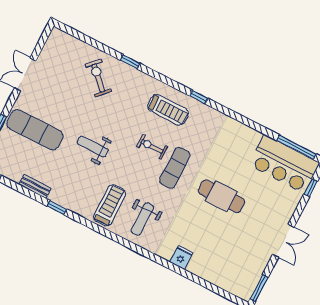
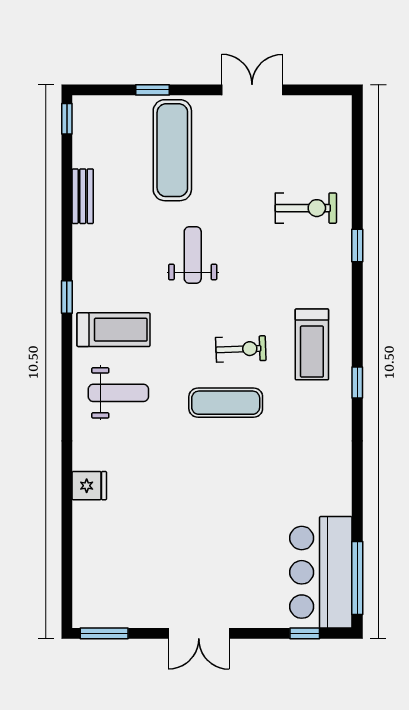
exercise bike: (98, 78) -> (306, 208), turned 45
exercise bike: (152, 147) -> (241, 349), turned 88
cafe table: (221, 196) -> (219, 499), removed
window: (57, 208) -> (67, 297), moved
weight bench: (142, 219) -> (118, 393), turned 180

